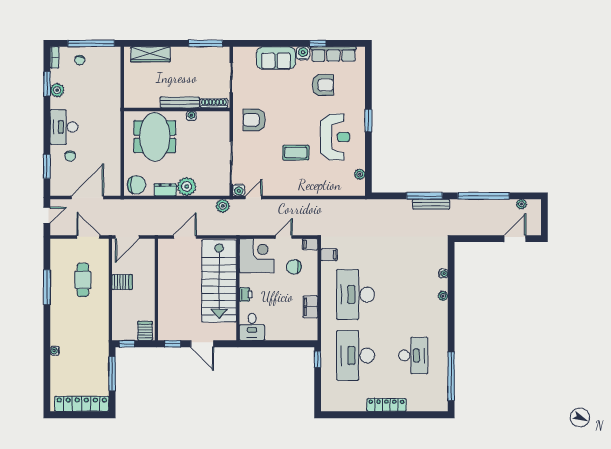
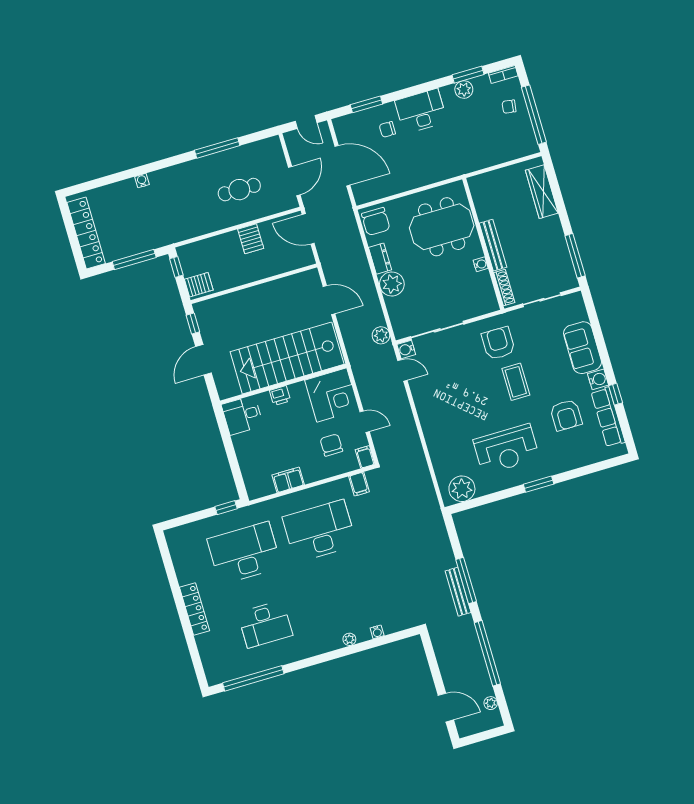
coffee table: (296, 153) -> (516, 382), moved
plant: (360, 174) -> (462, 489), width x1.88, depth x1.88

